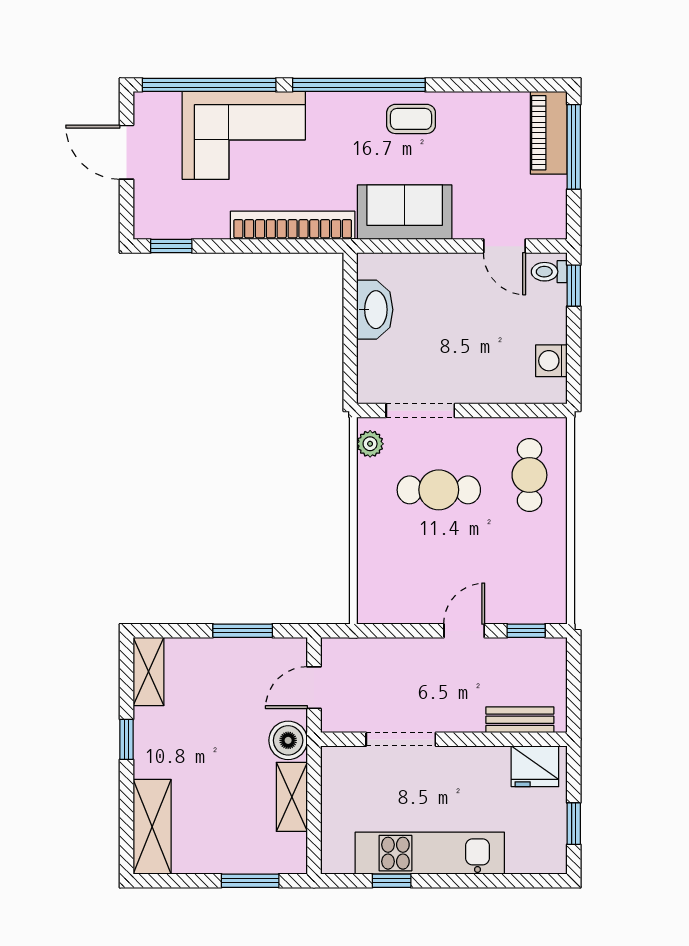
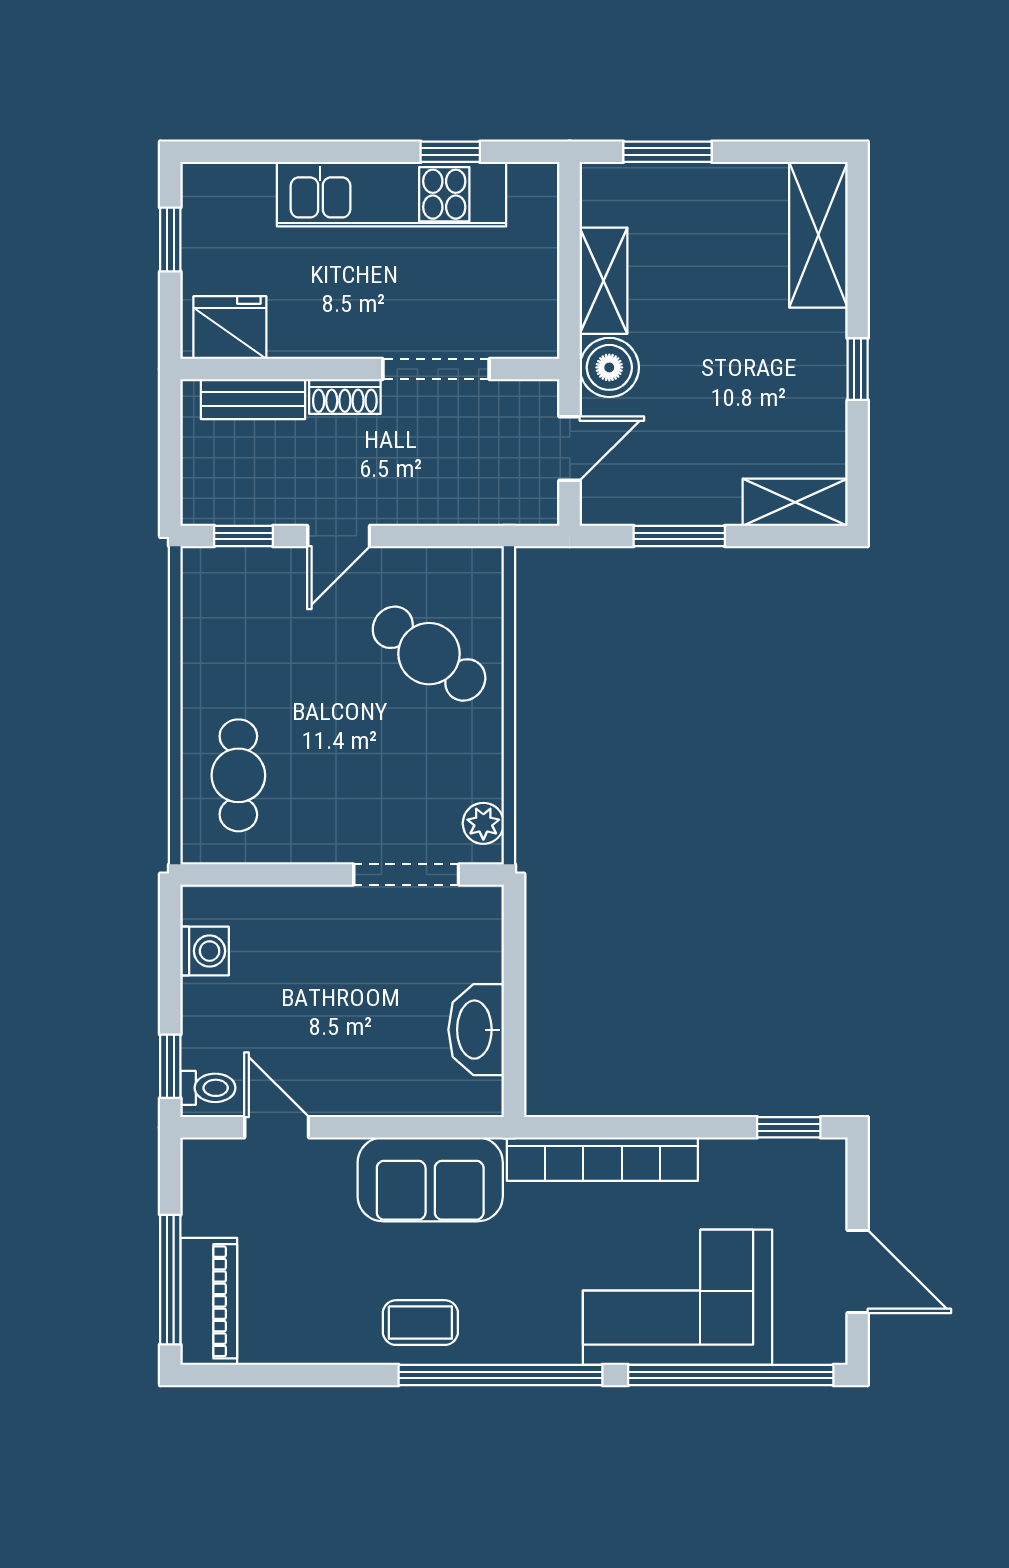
cafe table: (439, 490) -> (429, 654), moved, turned 36
shelving: (148, 672) -> (795, 502), moved, turned 90
shoe rack: (460, 721) -> (345, 397), added

